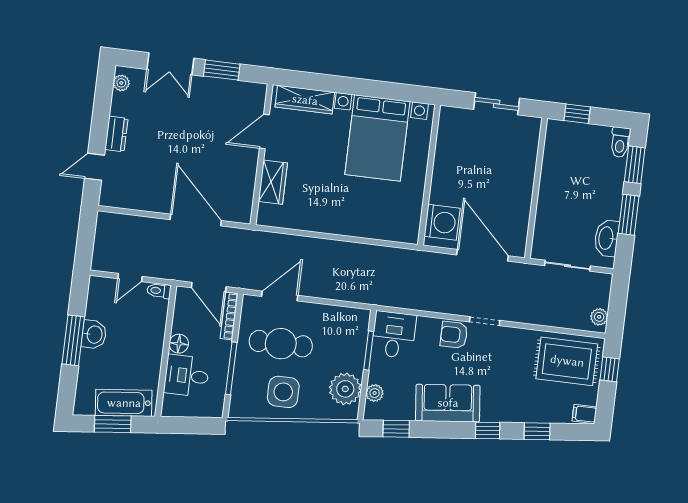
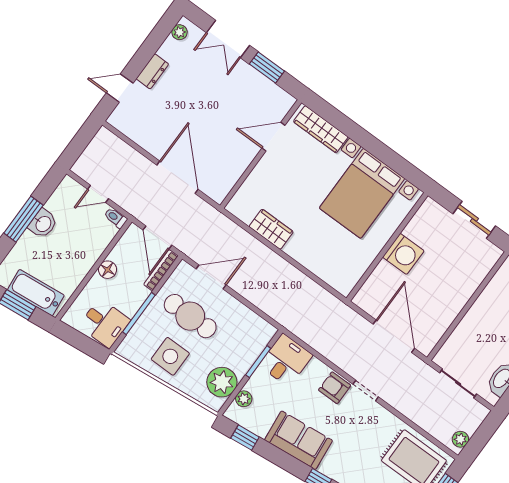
wardrobe: (273, 182) -> (271, 229), moved, turned -90
washing machine: (442, 222) -> (403, 254), moved
desk: (187, 376) -> (104, 323), moved, turned 180

